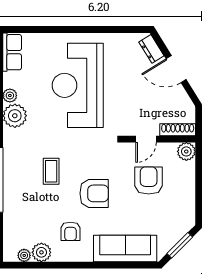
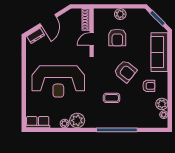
door: (146, 139) -> (92, 39), swing flipped
plant: (186, 151) -> (120, 14), moved
armchair: (149, 181) -> (117, 37), turned -90
armchair: (94, 193) -> (125, 71), turned 129

